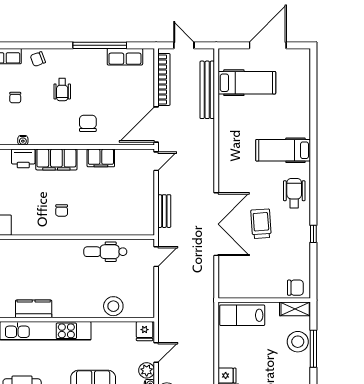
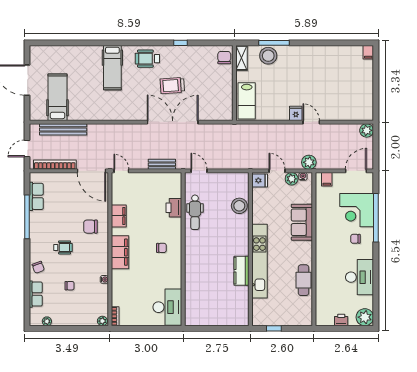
printer: (23, 158) -> (174, 208), moved, turned 180

